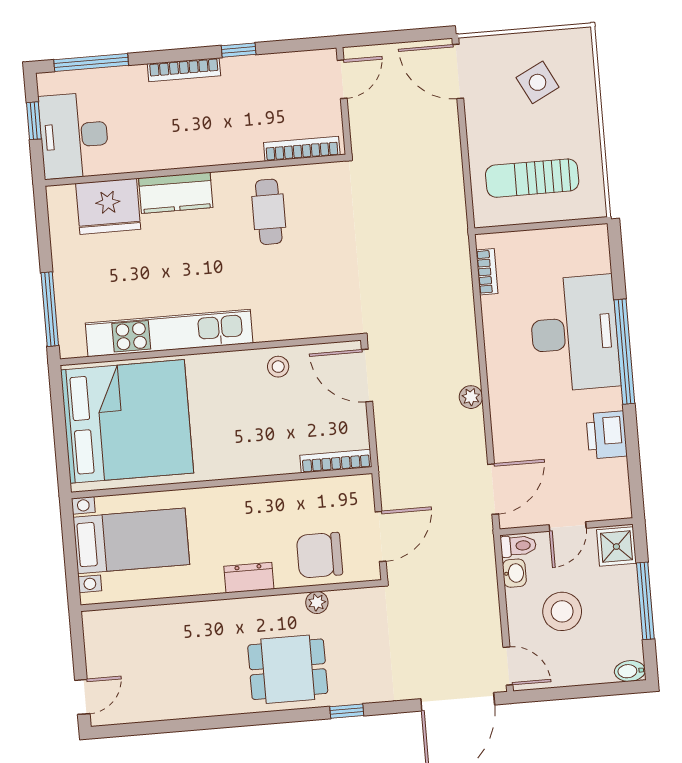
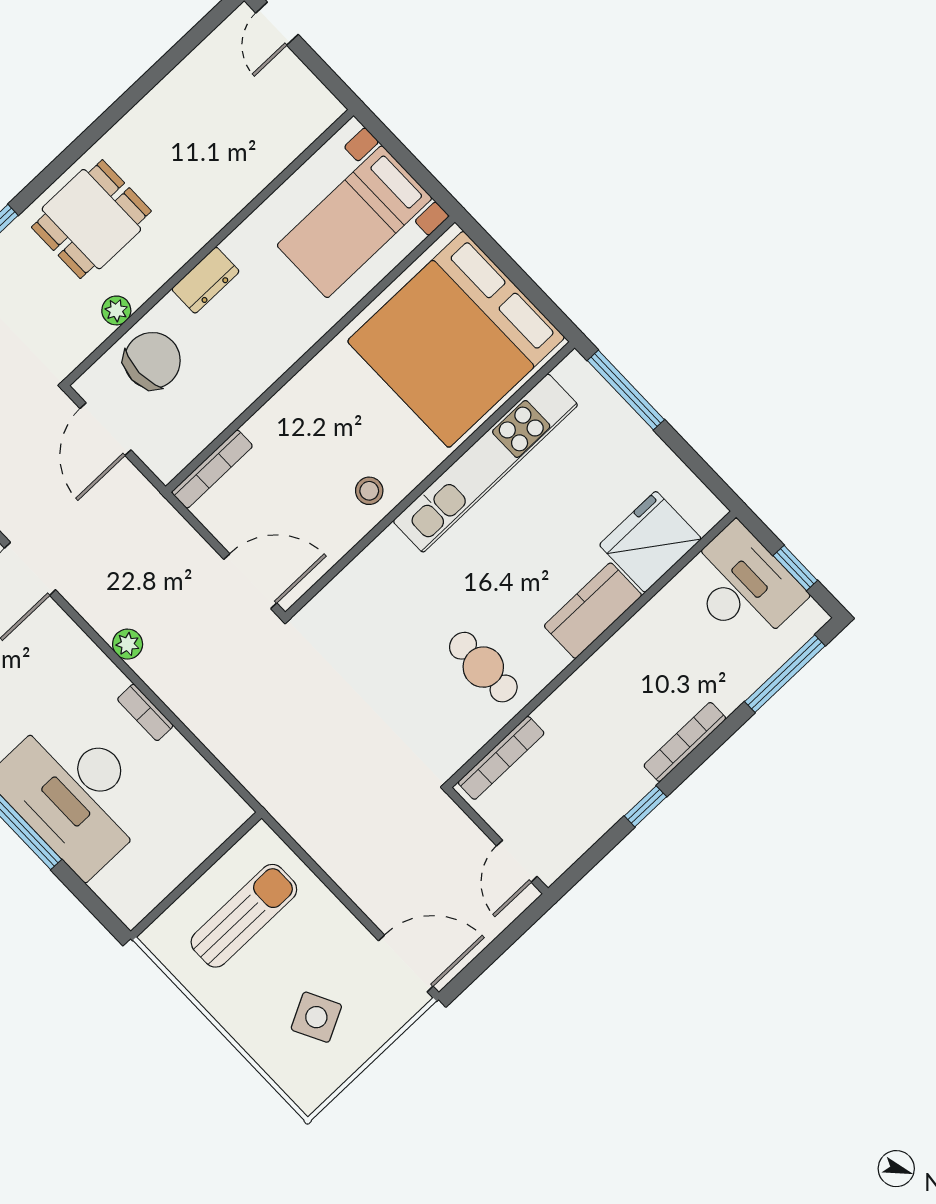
bookcase: (487, 272) -> (145, 712), moved
stool: (278, 367) -> (369, 491), moved

